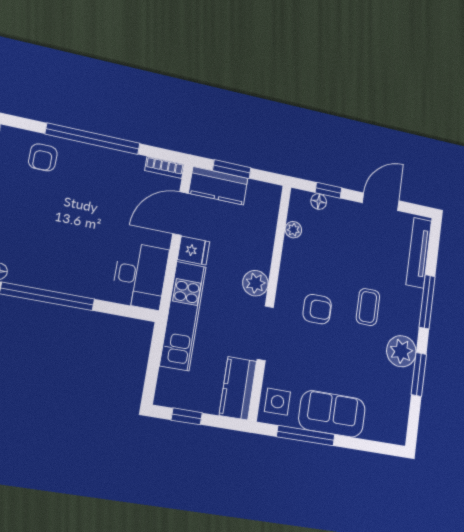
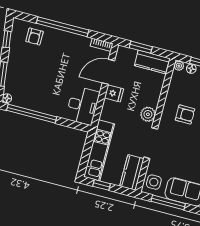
kitchen counter: (218, 186) -> (152, 62), moved
plant: (293, 230) -> (179, 66), moved
armchair: (317, 309) -> (185, 114), moved
kitchen unit: (183, 316) -> (99, 150), moved

